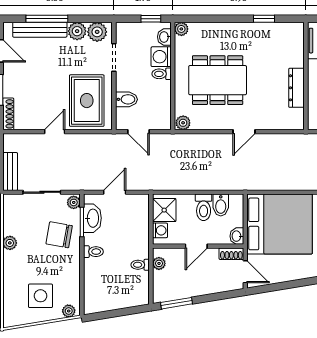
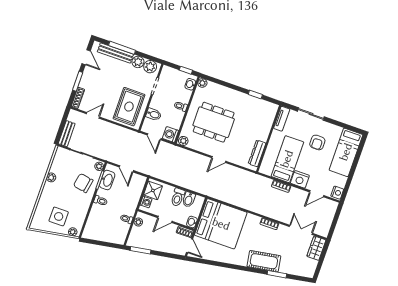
washing machine: (161, 57) -> (170, 135), moved
dresser: (296, 88) -> (257, 153), moved
door: (55, 132) -> (93, 115), moved
door: (115, 192) -> (126, 169), swing flipped

